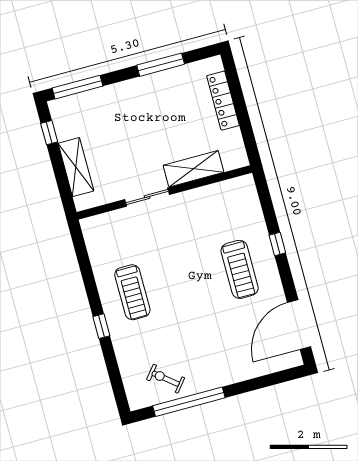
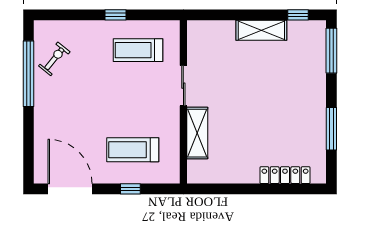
shelving: (194, 169) -> (197, 133), moved
wall: (164, 192) -> (183, 102), moved
sliding door: (147, 197) -> (183, 86), moved
window: (277, 244) -> (130, 189), moved

